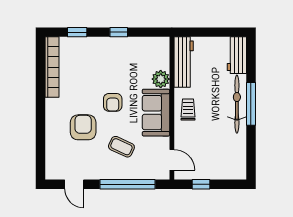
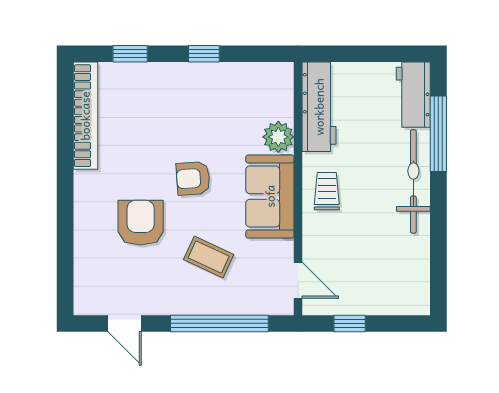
armchair: (113, 102) -> (193, 178), turned 86
window: (251, 104) -> (438, 134), moved

